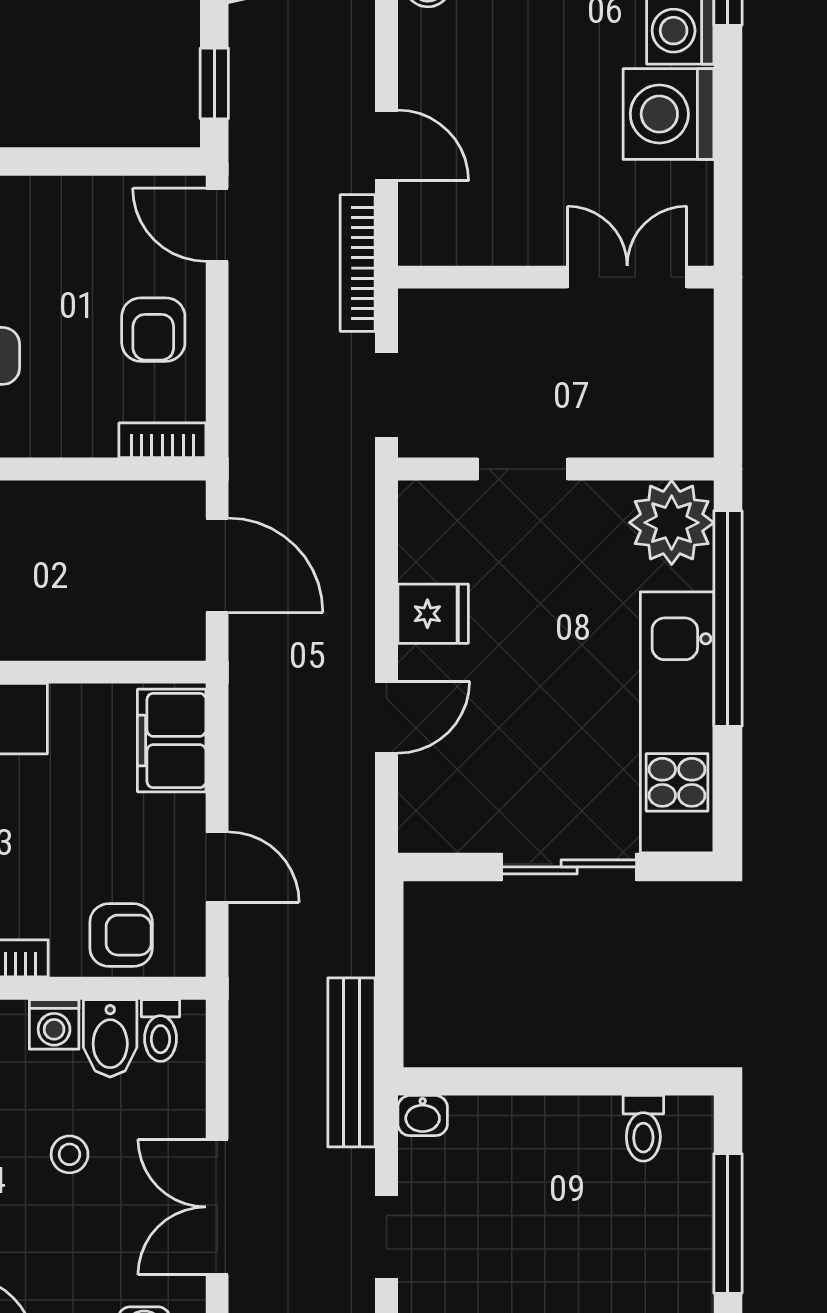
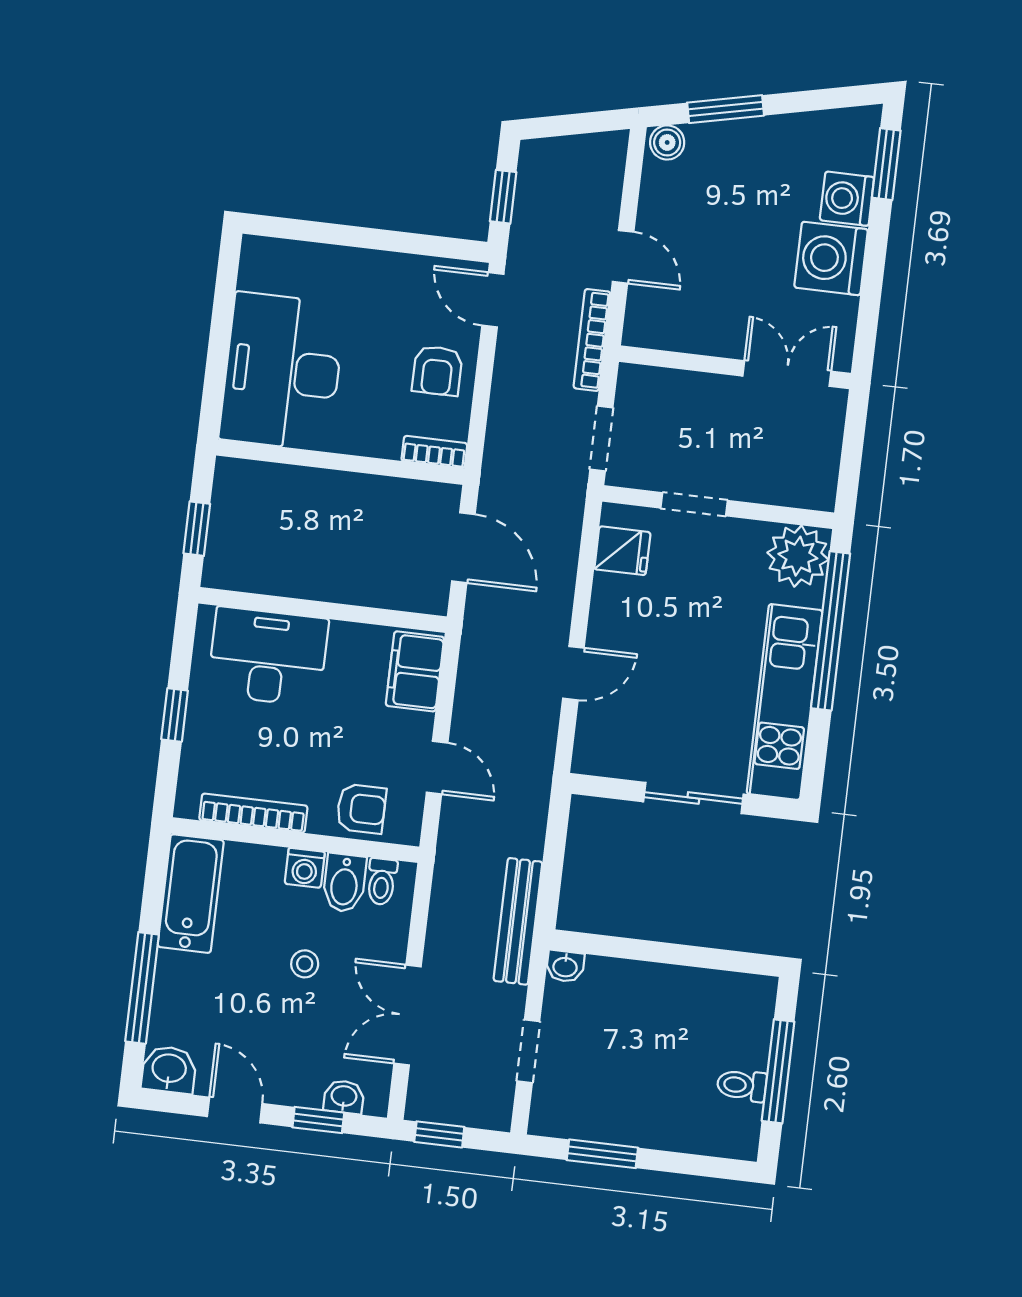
fridge: (433, 614) -> (622, 551), moved
toilet: (643, 1128) -> (742, 1085), moved, turned 90

